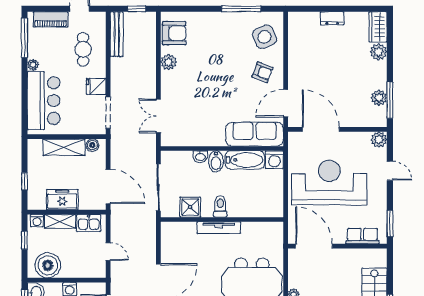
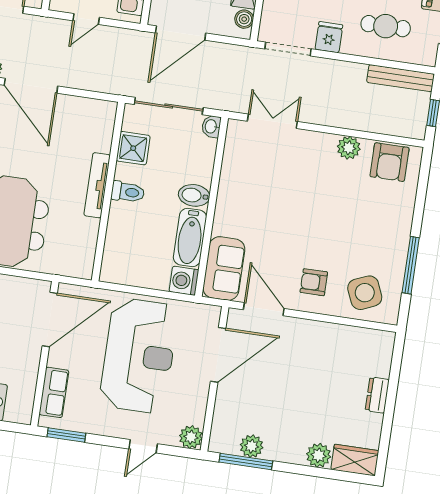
armchair: (262, 72) -> (314, 282), turned 69
sofa: (255, 134) -> (224, 268), width x0.73
washbasin: (200, 157) -> (211, 126), moved

